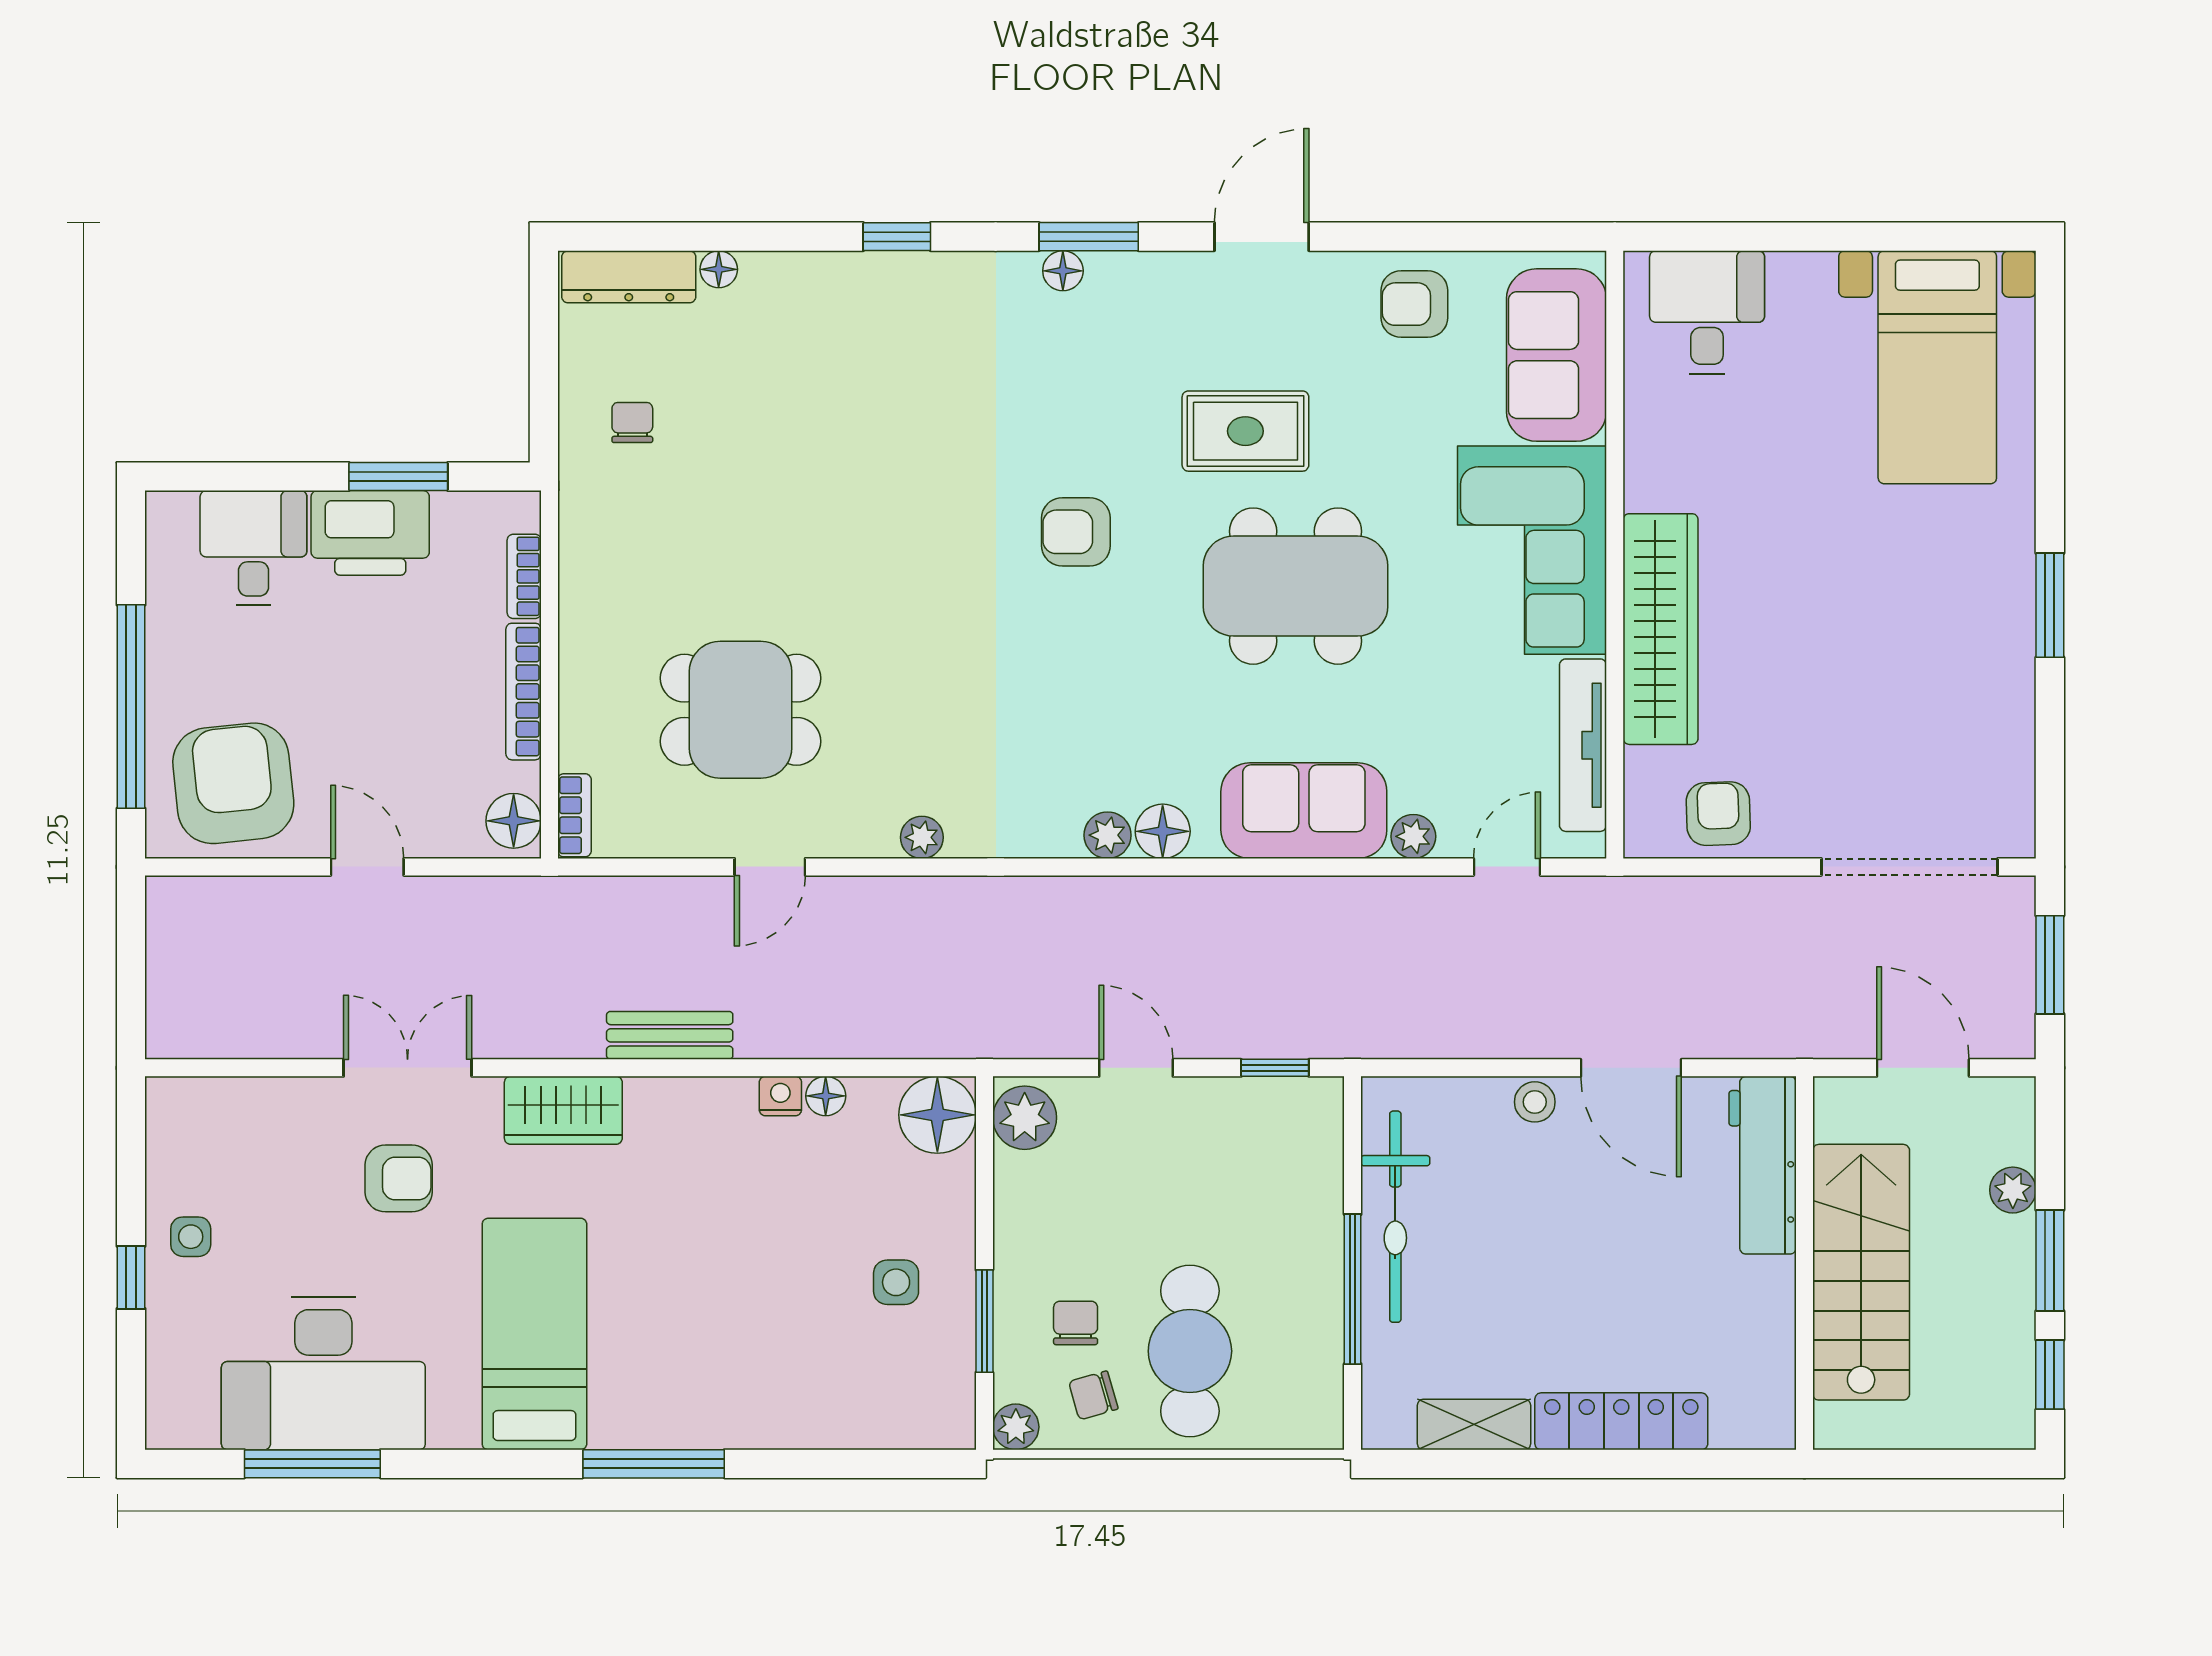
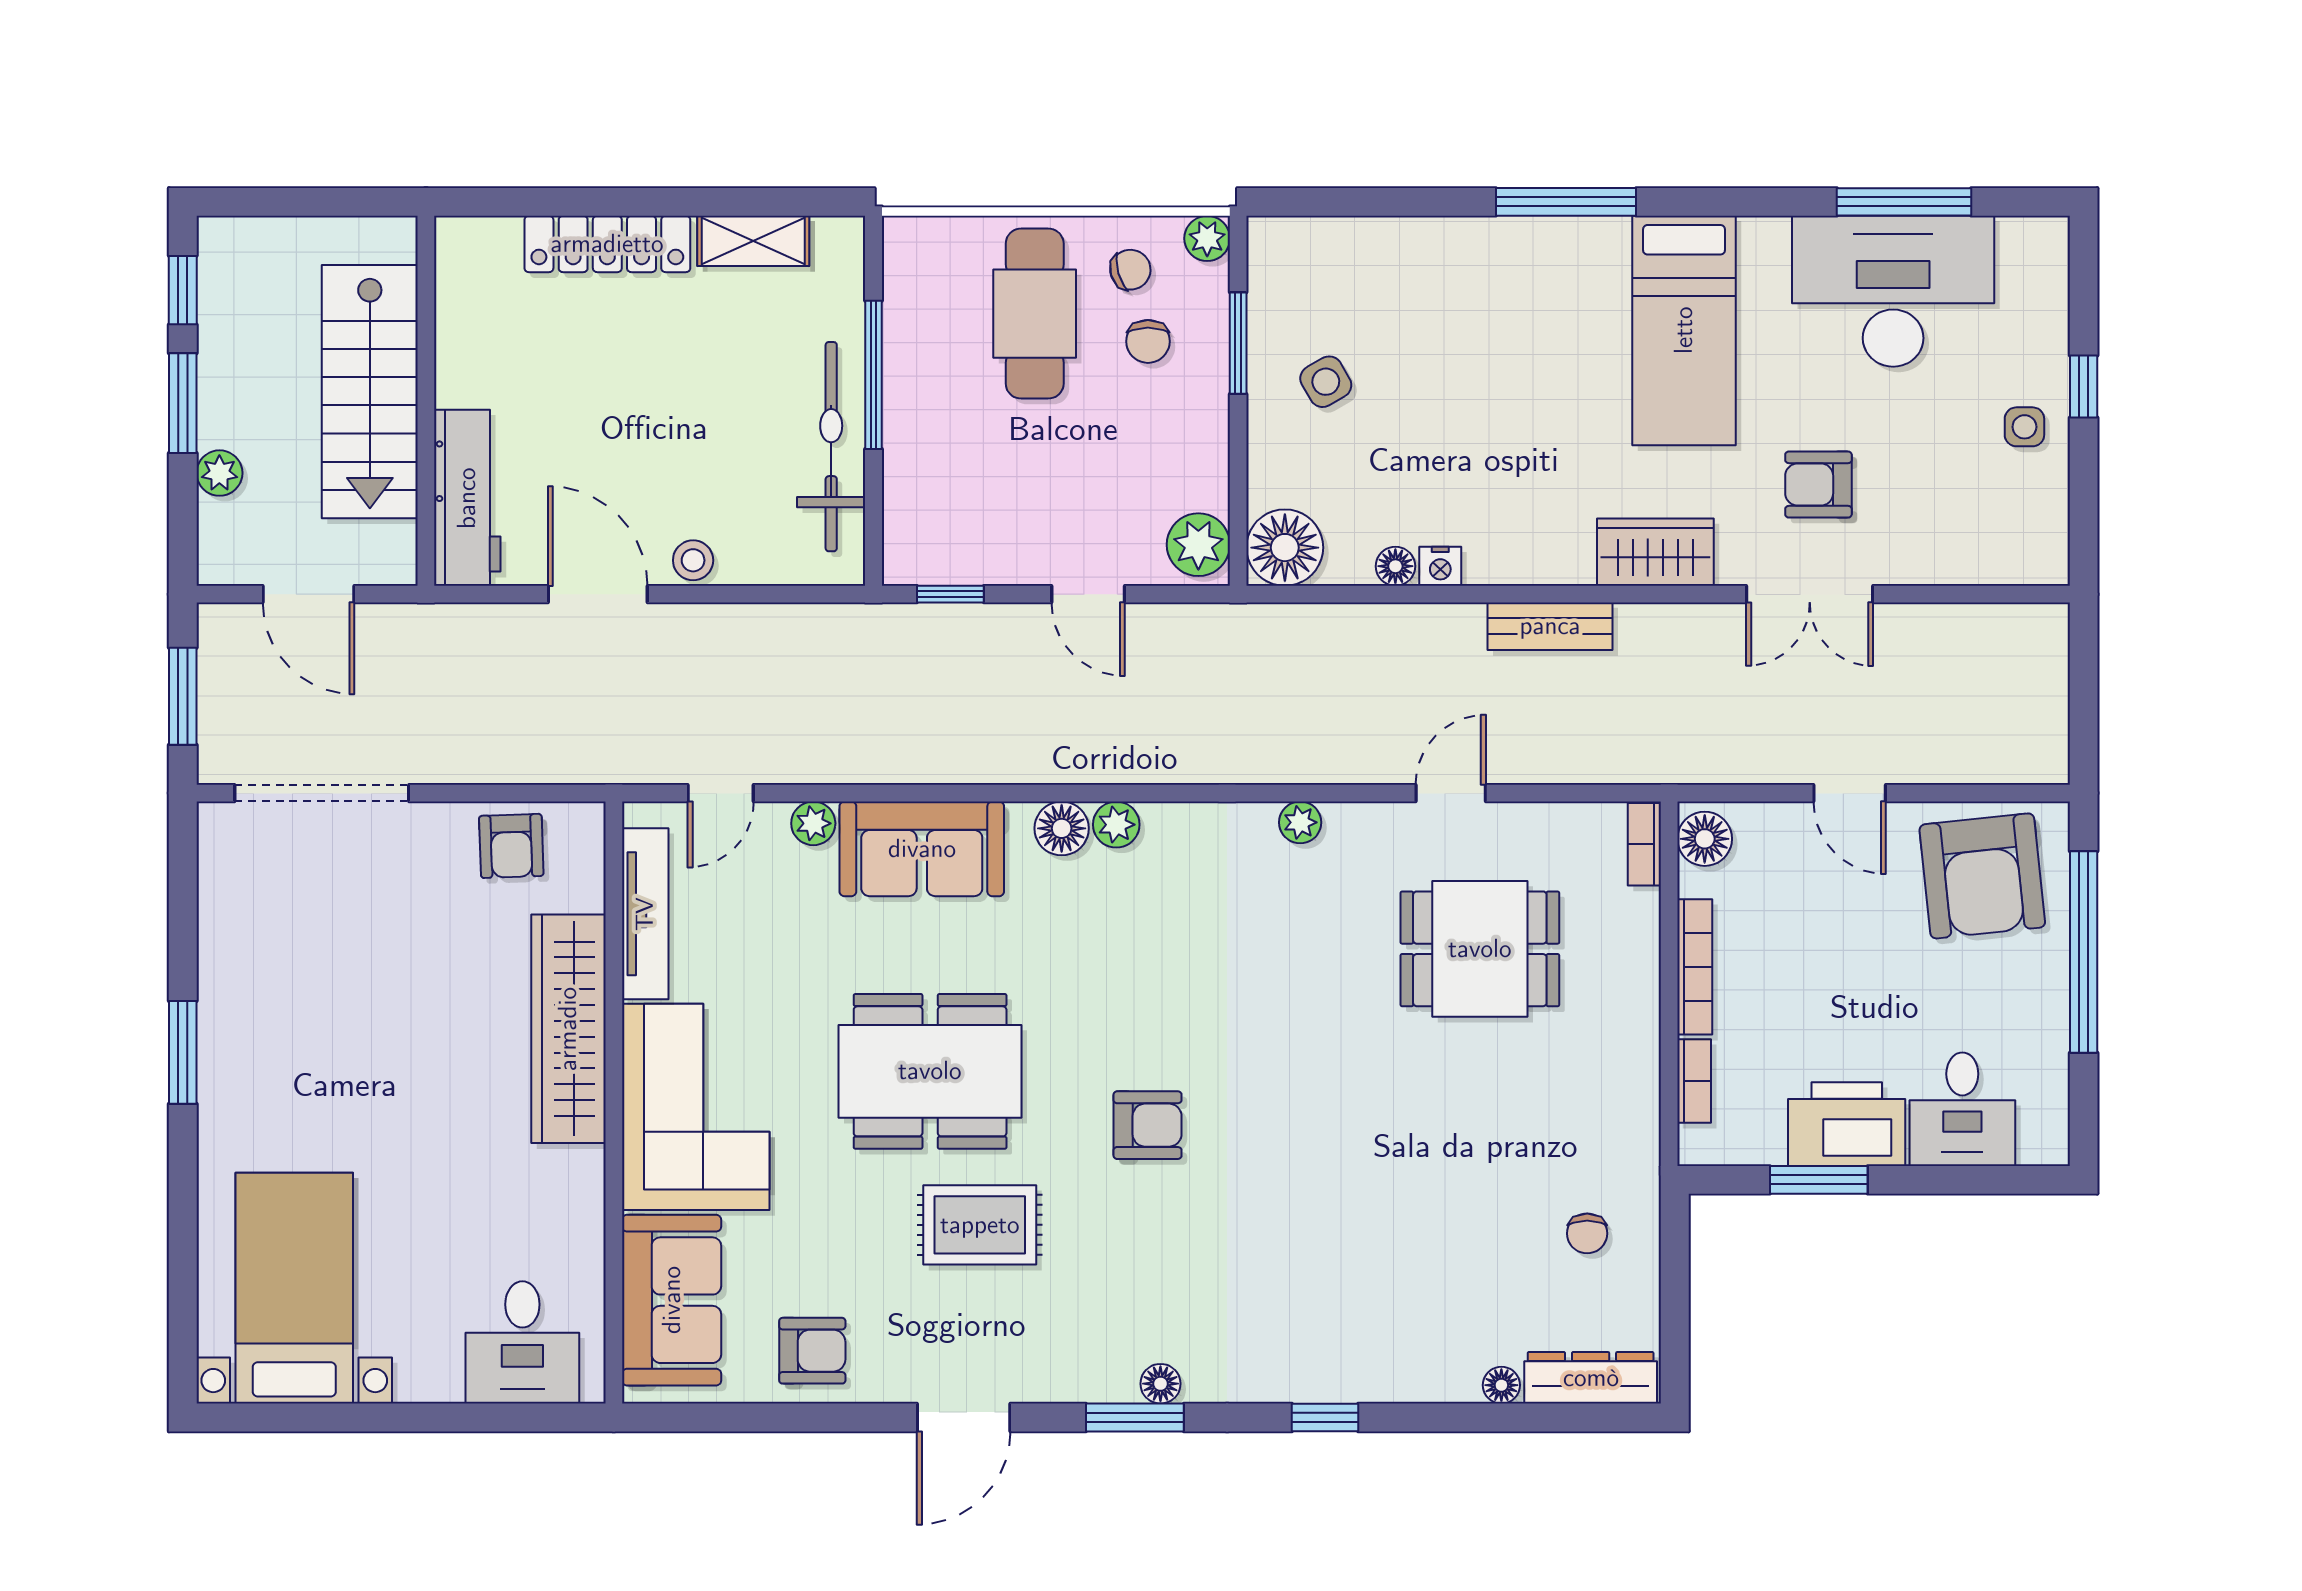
side table: (896, 1282) -> (1326, 382), turned -30

